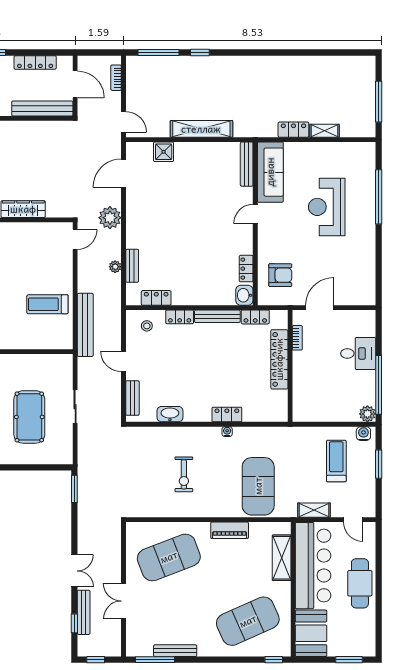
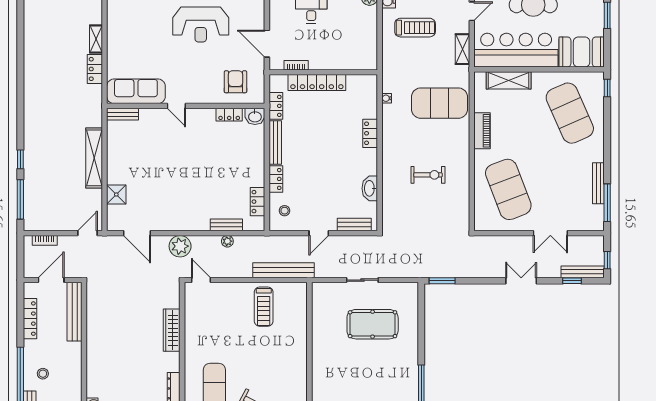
bench: (247, 164) -> (123, 114), width x0.73
reception desk: (327, 207) -> (201, 25), moved
water cooler: (227, 432) -> (387, 98), moved
treadmill: (336, 461) -> (415, 28), turned 180
bench: (84, 612) -> (583, 272), moved

